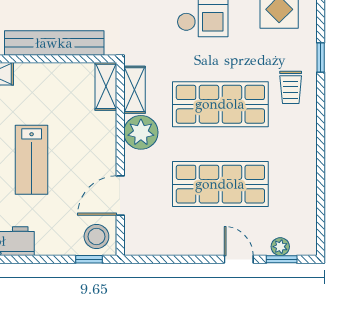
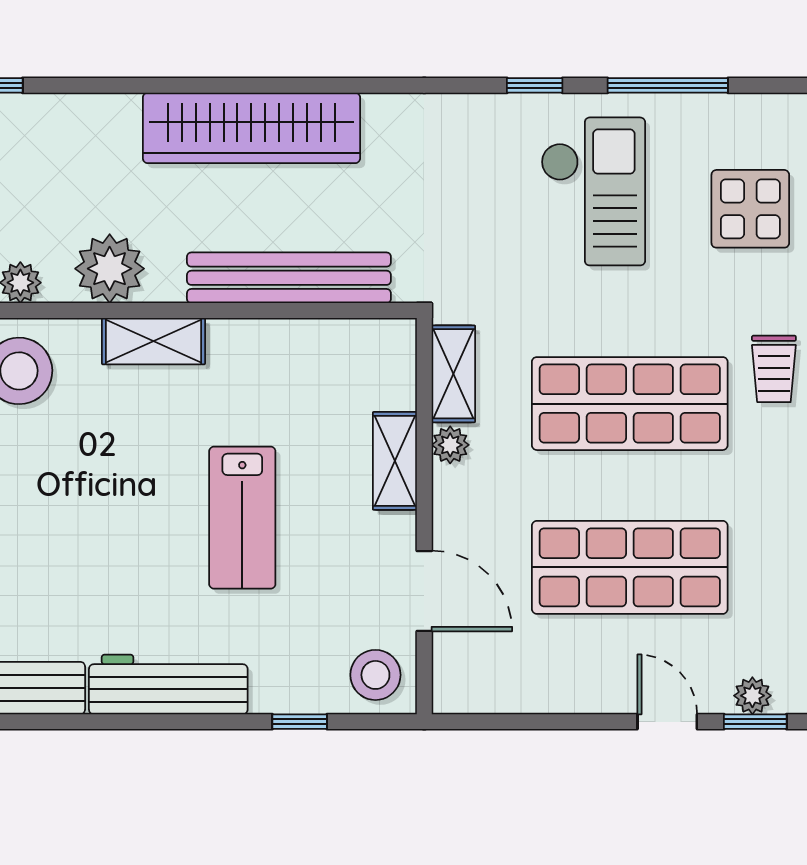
shelving: (106, 86) -> (395, 461), moved
plant: (141, 132) -> (450, 445), width x0.53, depth x0.53
door: (120, 196) -> (424, 591), swing flipped
window: (89, 259) -> (300, 722), moved

